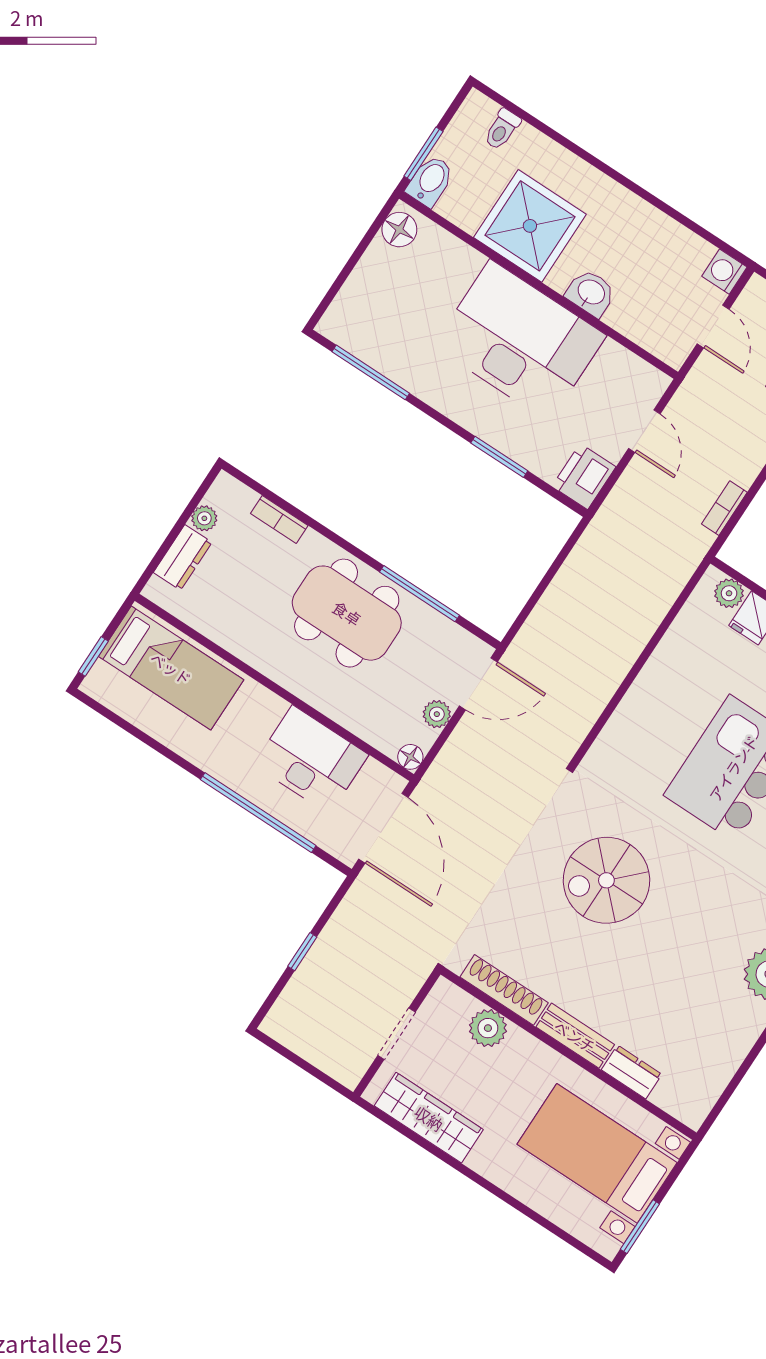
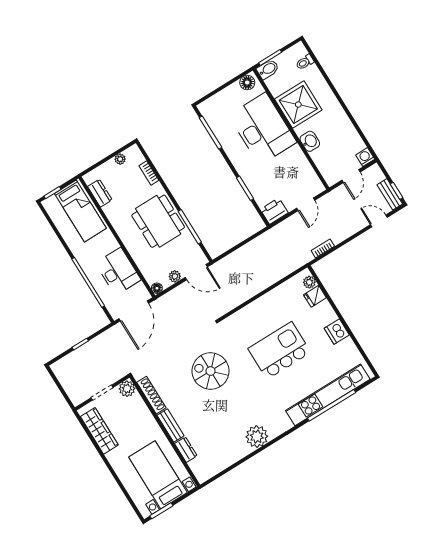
desk: (520, 341) -> (262, 129), moved
dresser: (183, 557) -> (100, 193), moved, turned -90
plant: (488, 1028) -> (127, 389), moved

